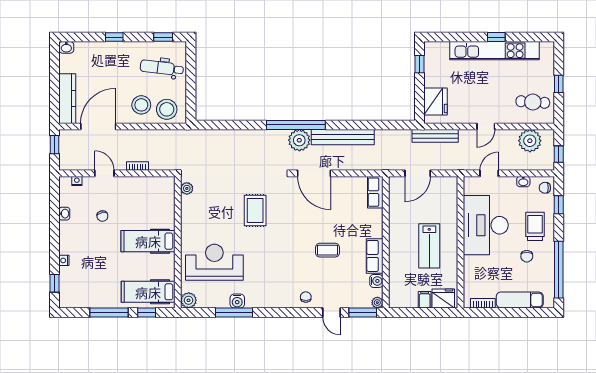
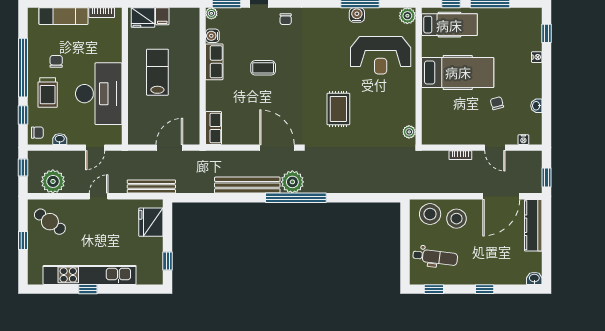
cafe table: (533, 102) -> (50, 222), turned 32
hospital bed: (148, 241) -> (458, 72), width x1.37, depth x1.29
window: (559, 270) -> (23, 68), moved

